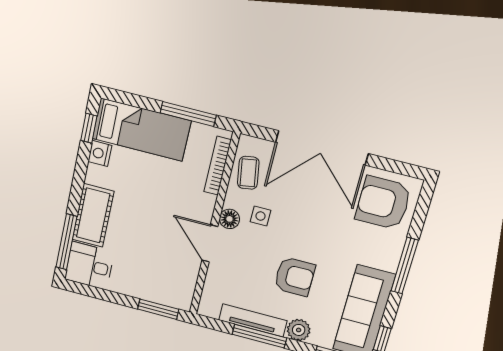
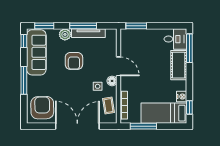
armchair: (383, 203) -> (42, 108), turned -91
armchair: (295, 277) -> (74, 61), turned -90

